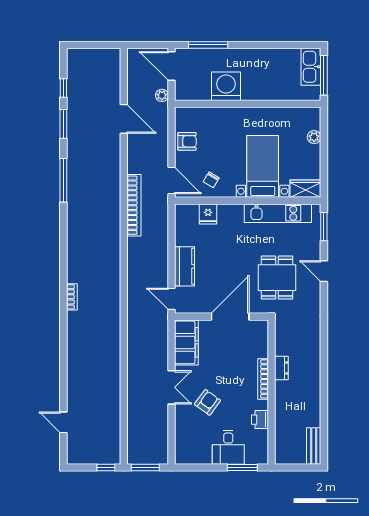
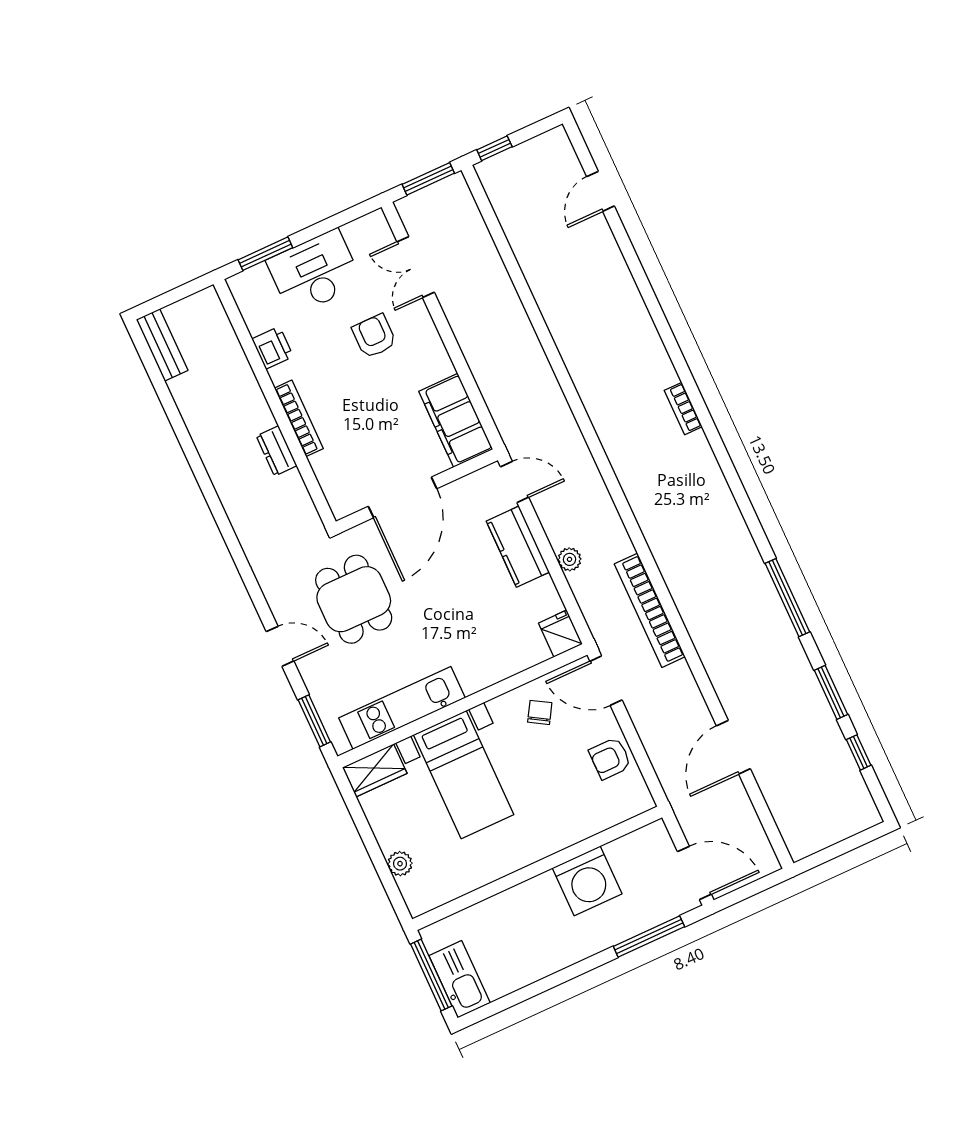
plant: (162, 95) -> (569, 559), moved
door: (124, 119) -> (733, 747), hinge flipped
fridge: (208, 214) -> (560, 633), moved
double door: (171, 387) -> (416, 267), moved
armchair: (207, 402) -> (374, 336), turned 144
door: (63, 422) -> (601, 191), swing flipped
desk: (228, 447) -> (315, 272), width x1.37

